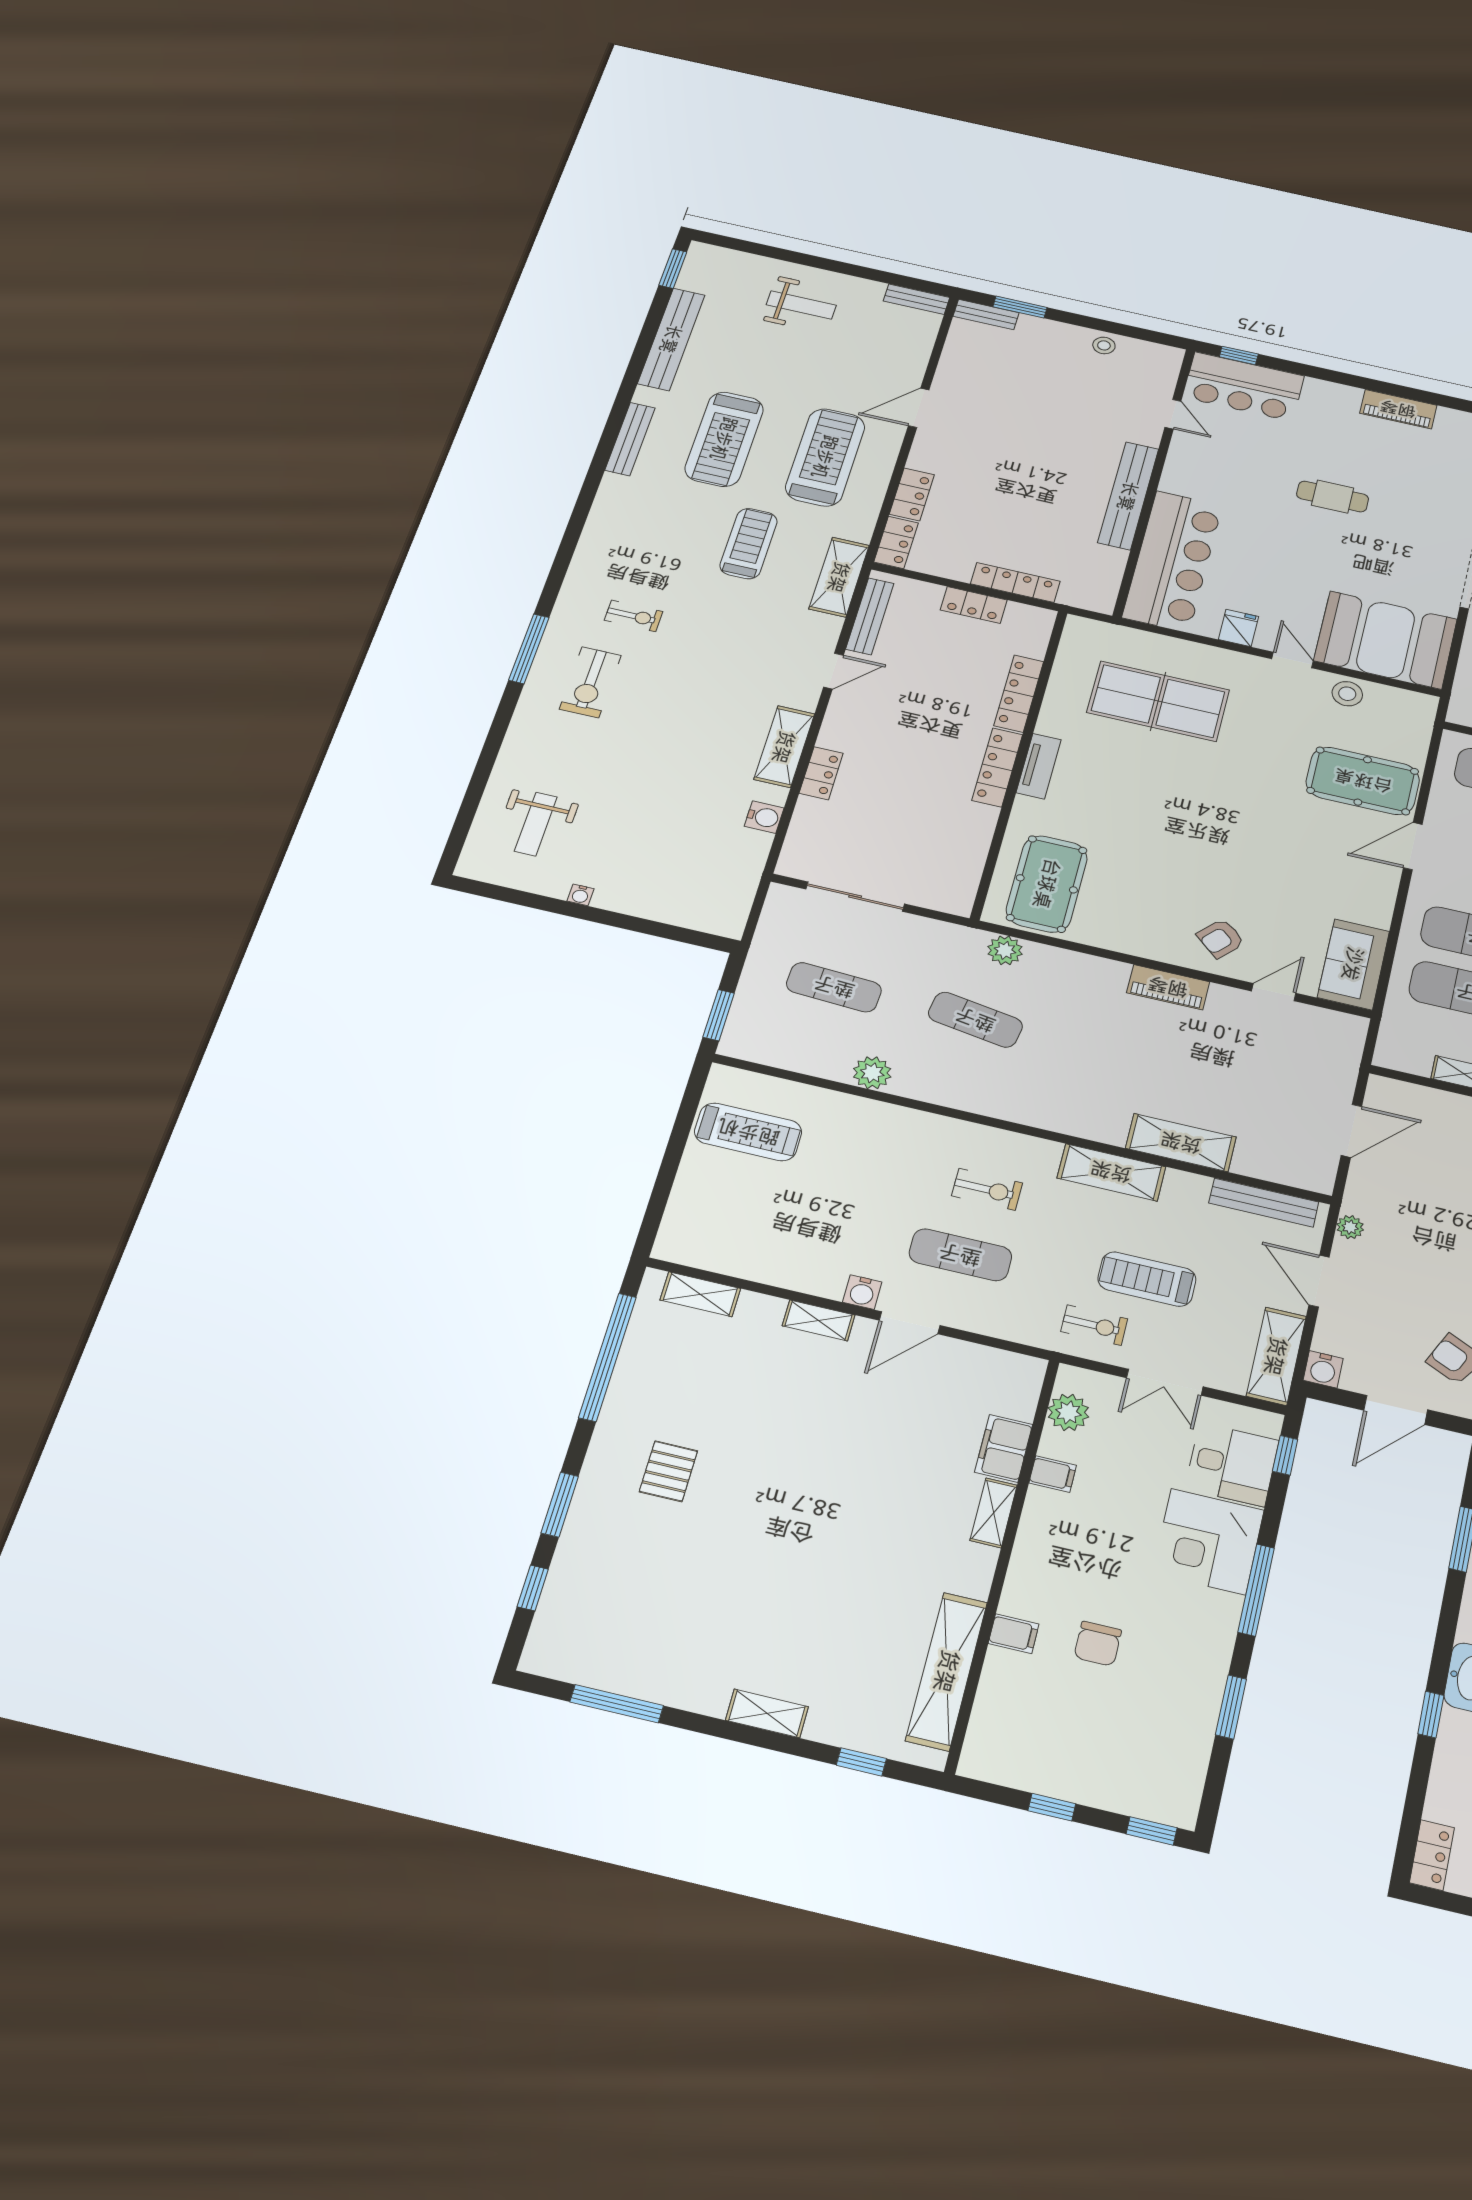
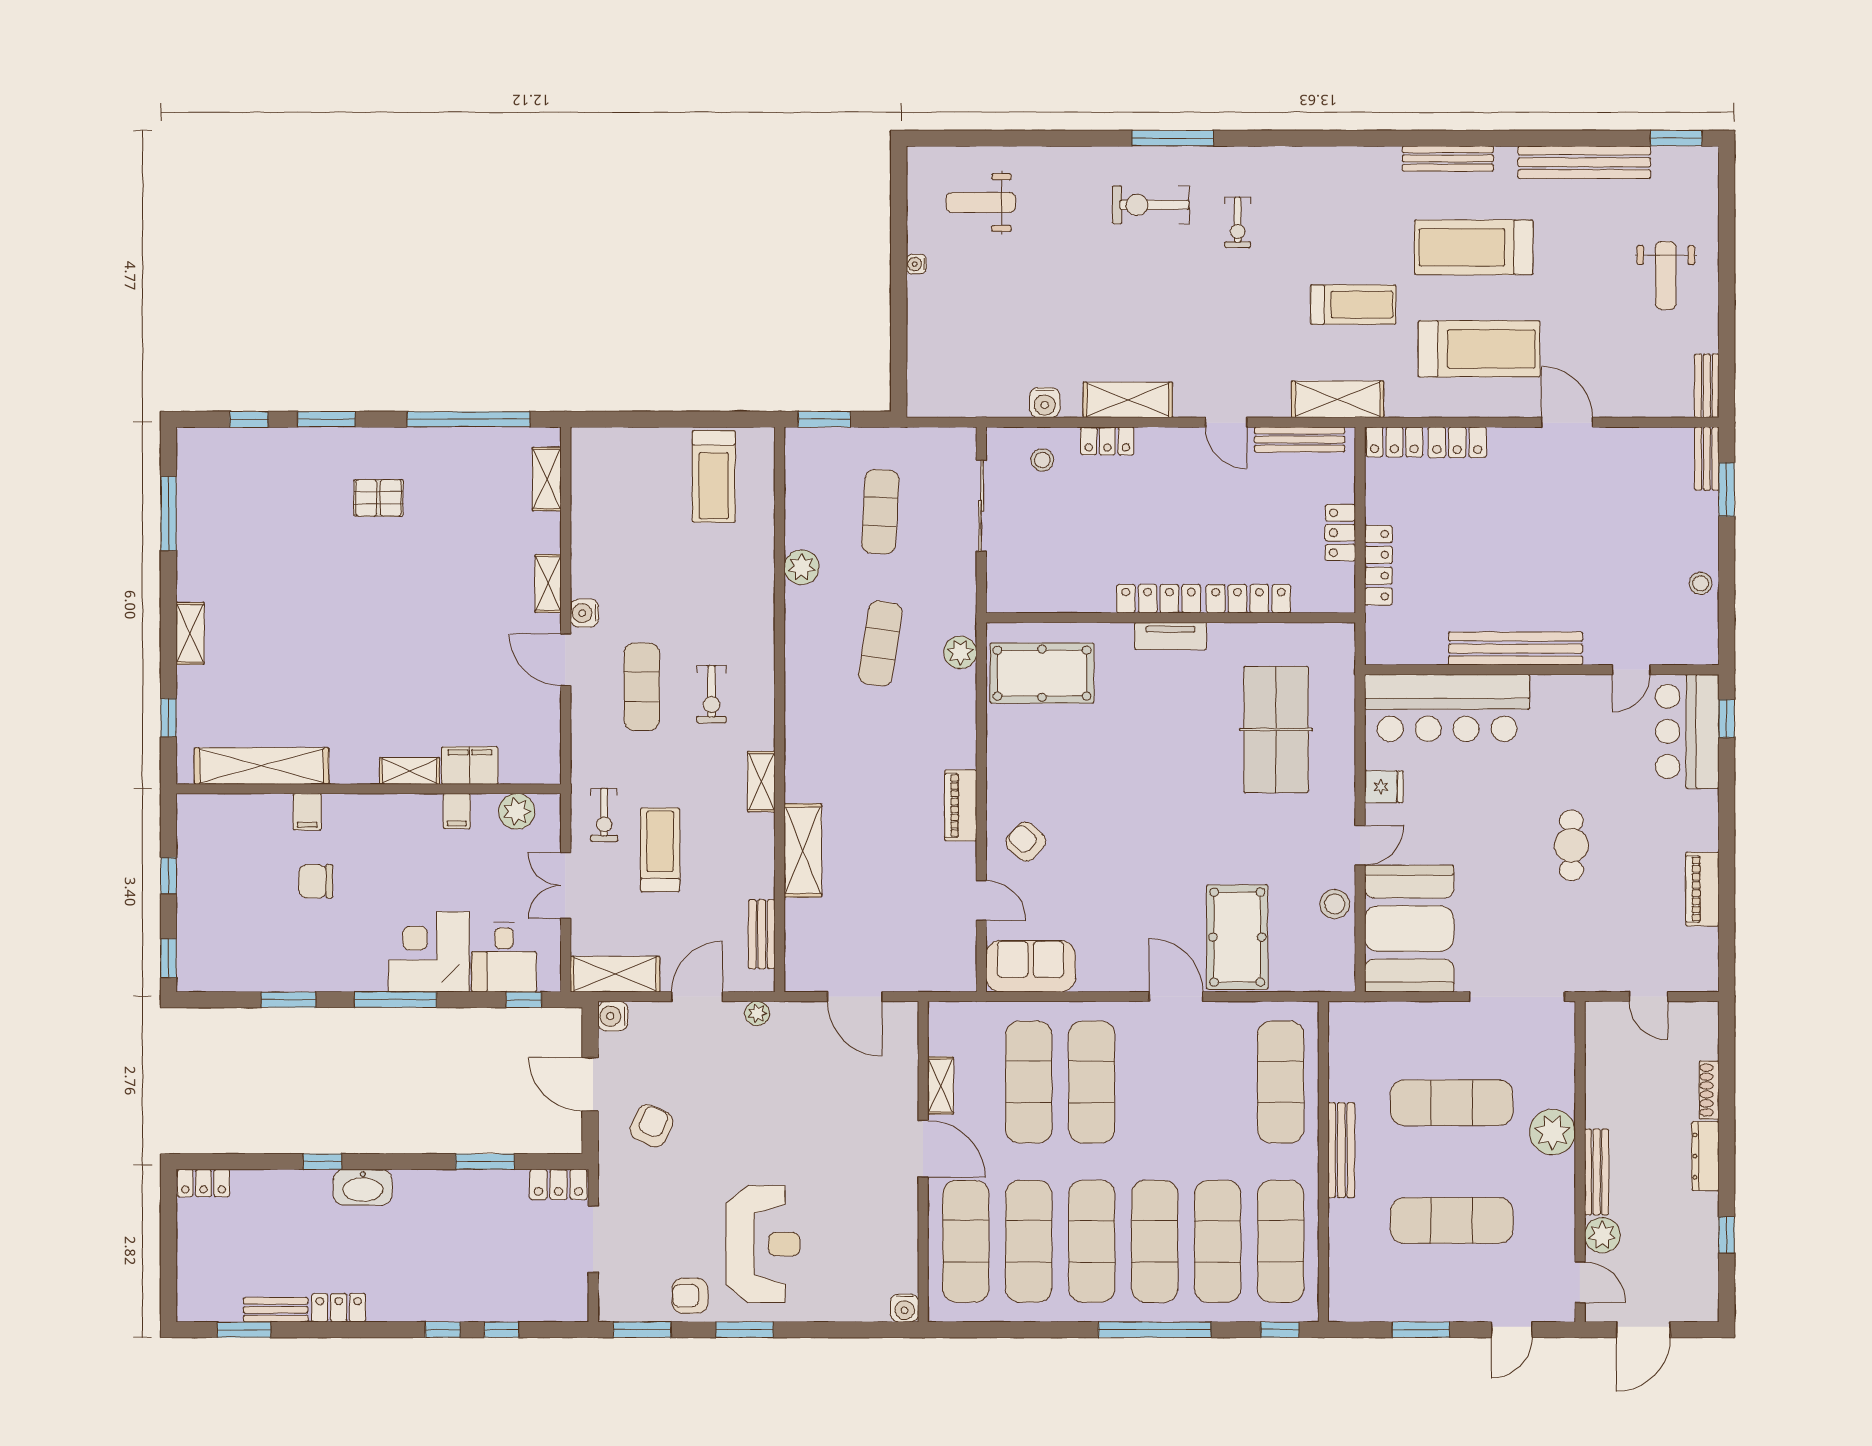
stool: (823, 833) -> (1042, 460), added
shelving: (1111, 1172) -> (761, 782), width x0.67, depth x0.75
bench: (1264, 1203) -> (762, 934), width x0.73

